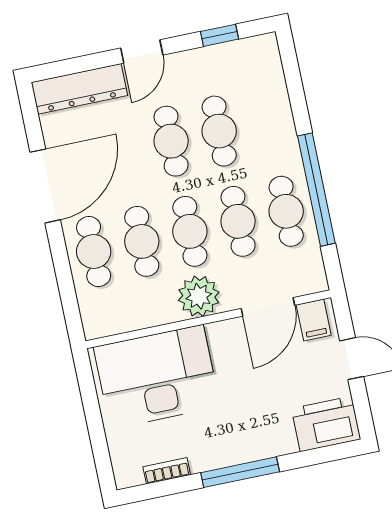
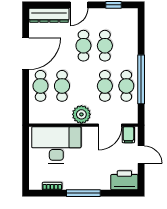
cafe table: (190, 231) -> (83, 86), removed

